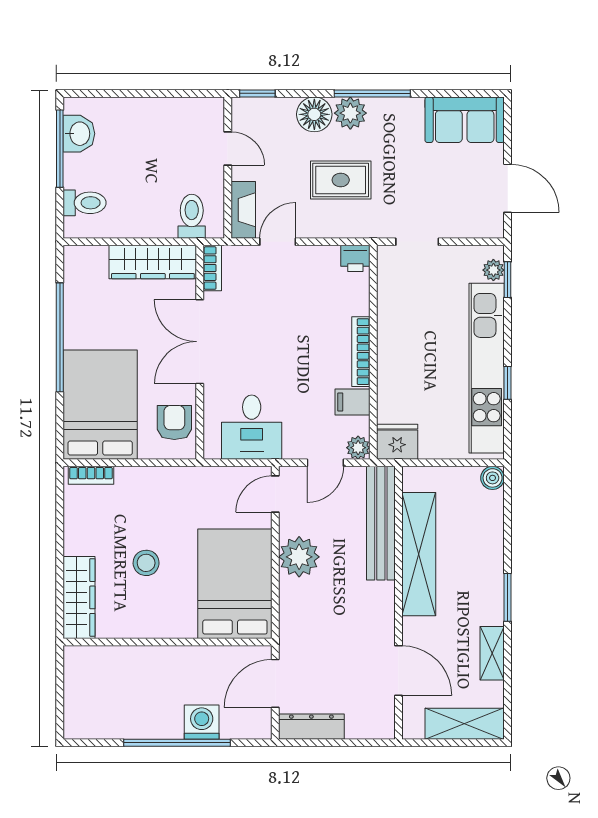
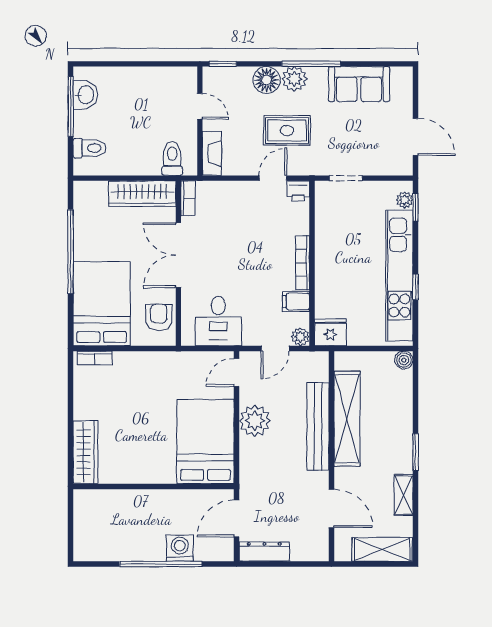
sofa: (465, 120) -> (359, 84), moved
door: (278, 242) -> (273, 178), moved
bench: (381, 523) -> (318, 426), moved
stool: (146, 563) -> (137, 425), removed

